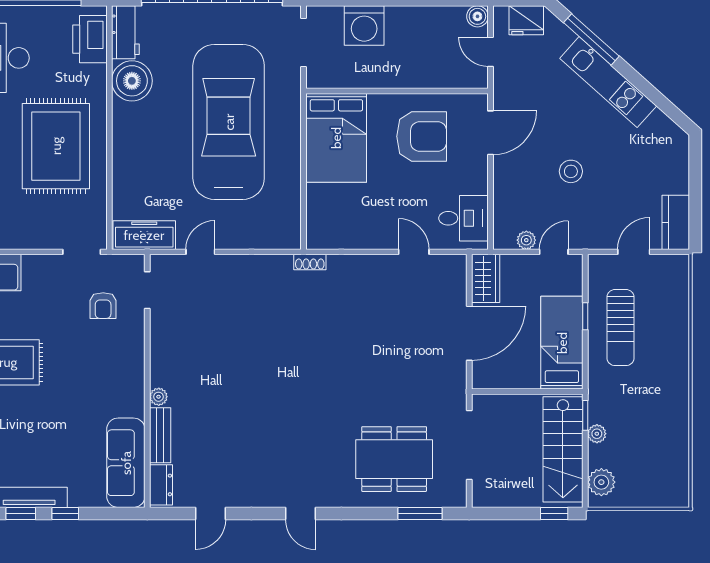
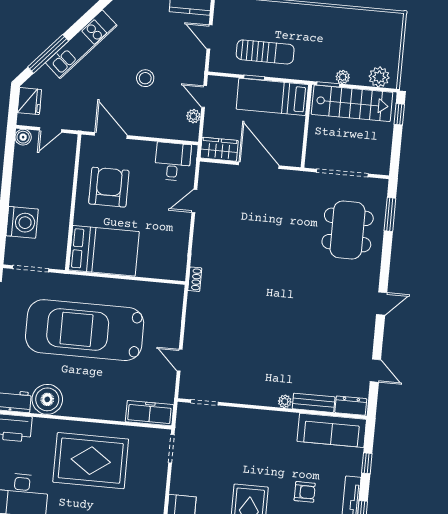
freezer: (144, 235) -> (150, 413), moved, turned 90
armchair: (103, 306) -> (305, 492), moved
window: (65, 513) -> (367, 463), moved

